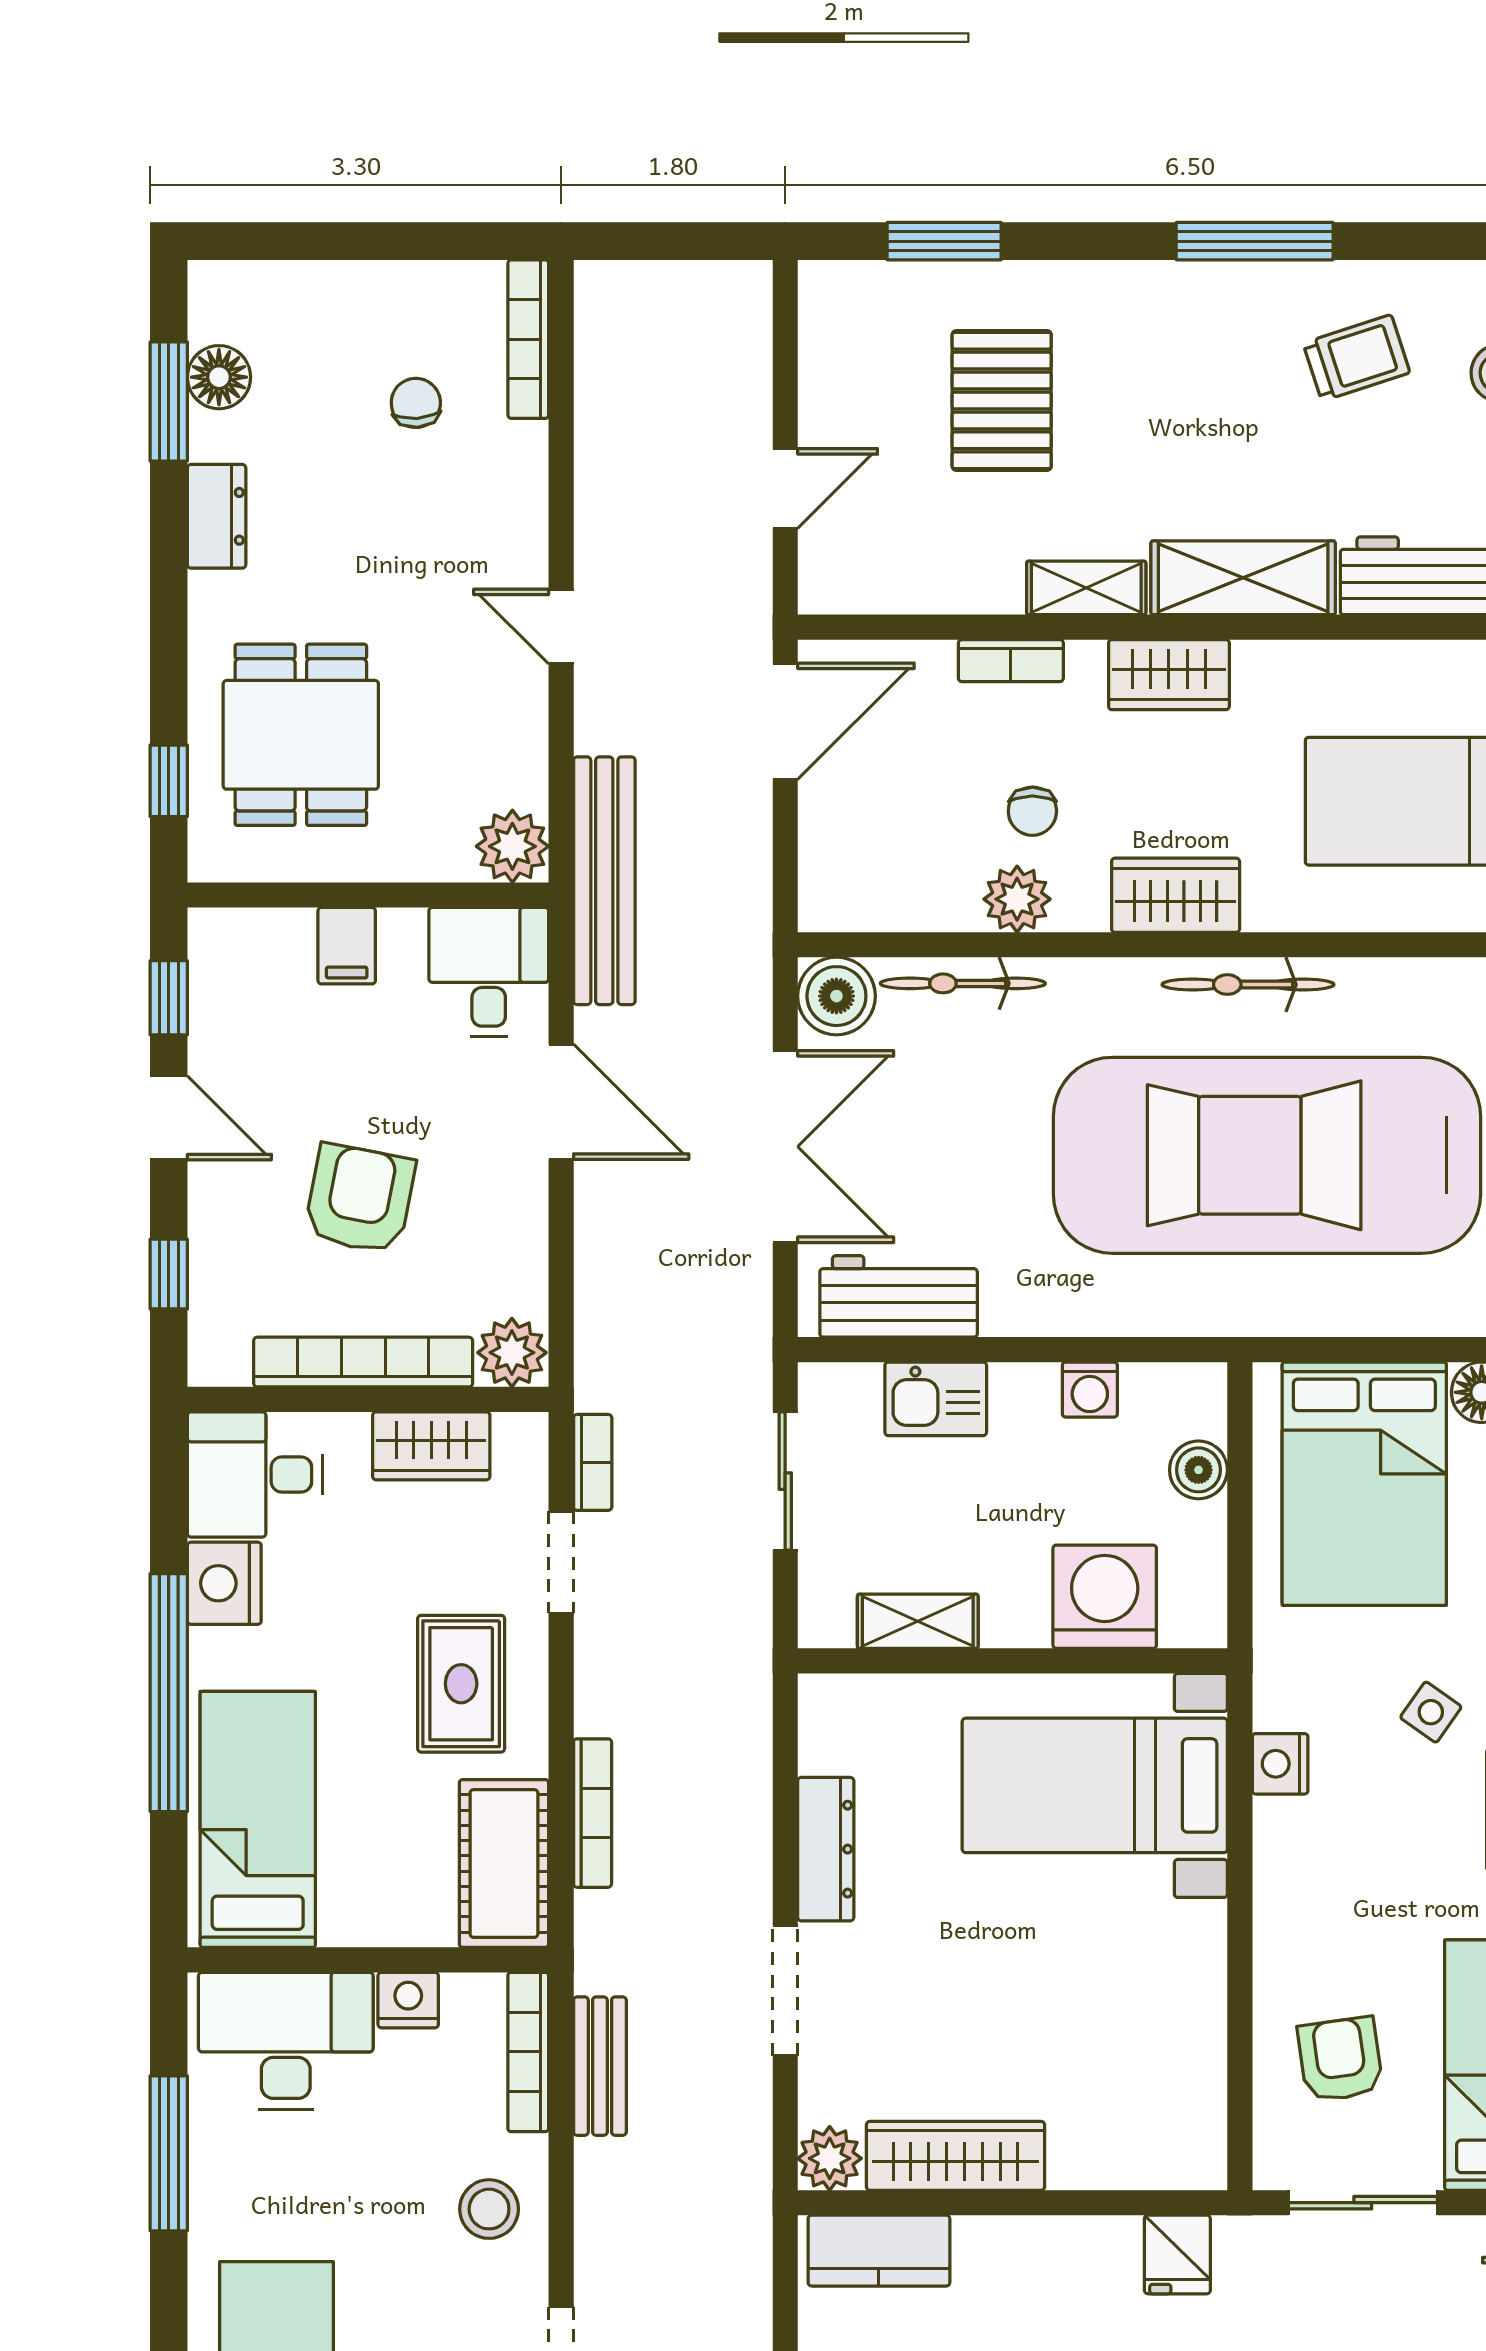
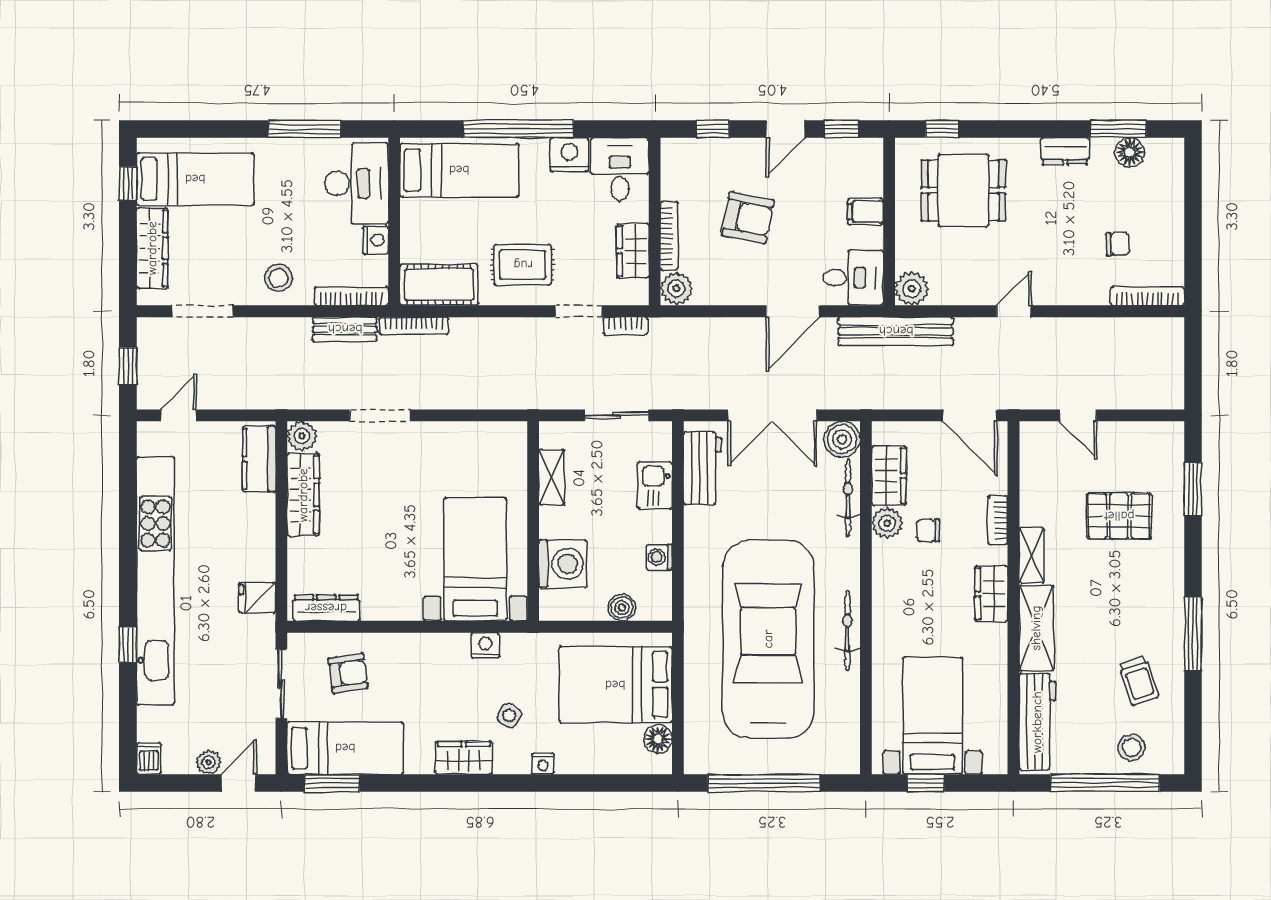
wardrobe: (1176, 895) -> (889, 476), moved
bookcase: (363, 1362) -> (669, 236), width x0.68, depth x0.76
bookcase: (593, 1813) -> (414, 326), moved
dresser: (826, 1849) -> (326, 608), moved, turned 180

